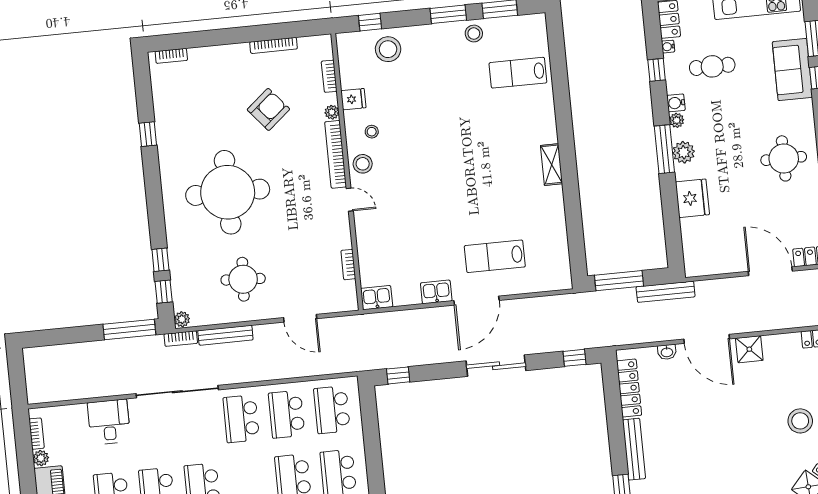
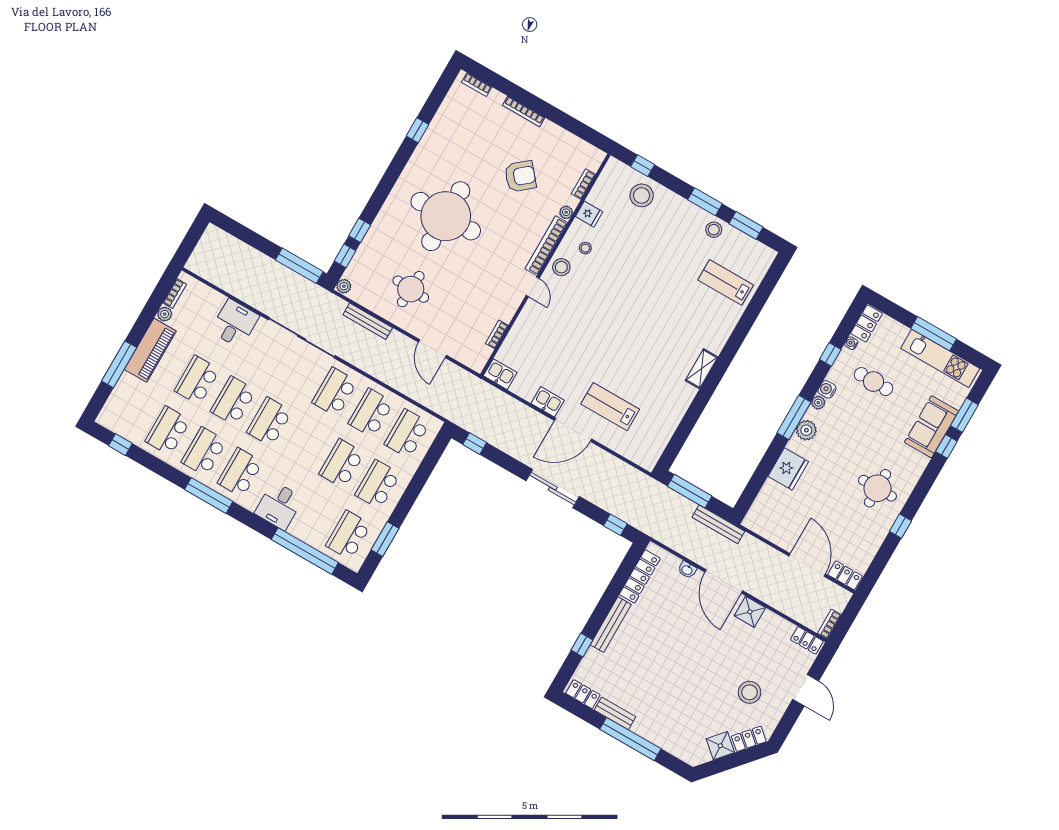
bookcase: (274, 45) -> (524, 111), moved
bookcase: (181, 339) -> (333, 300), removed

